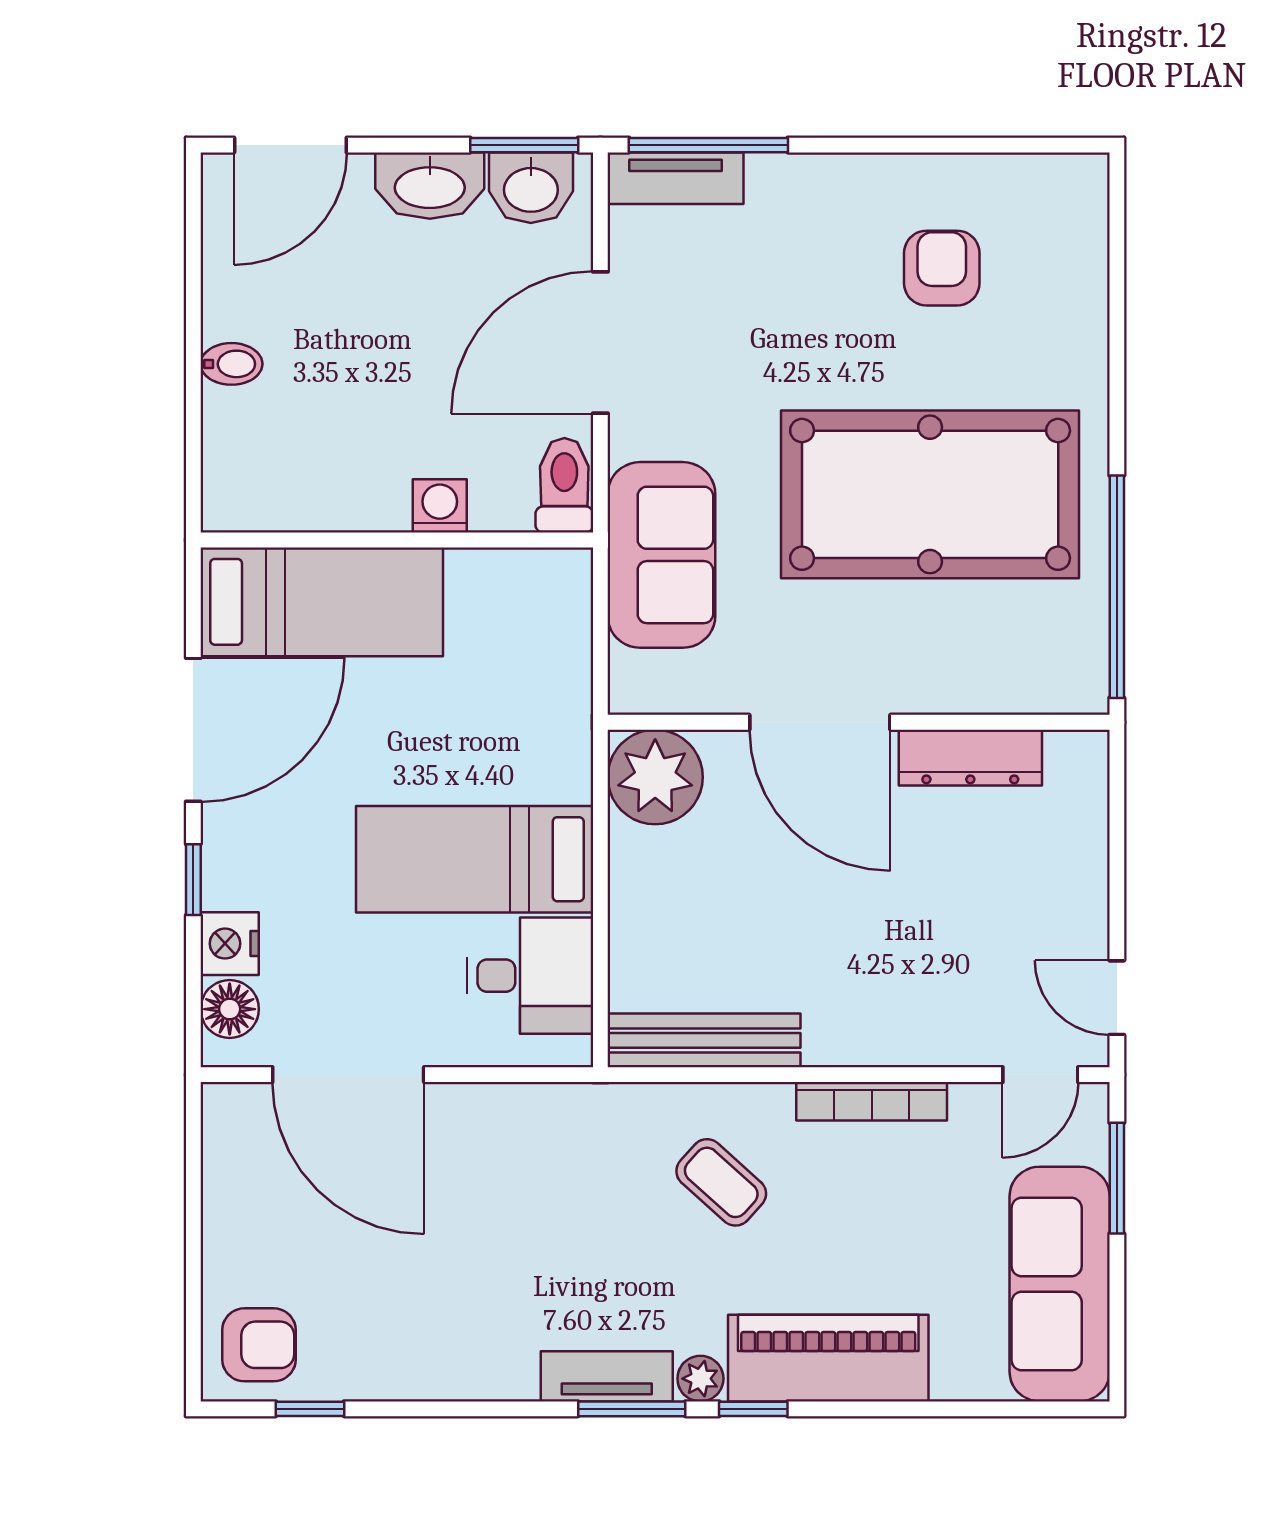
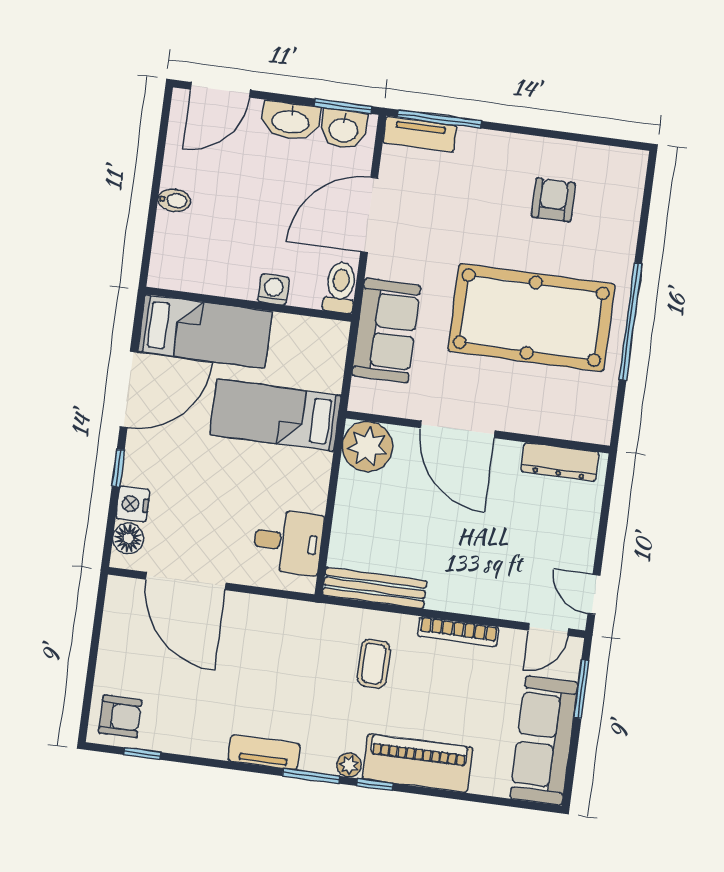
window: (1117, 587) -> (630, 321), moved
dresser: (970, 758) -> (560, 462), moved
bed: (475, 859) -> (275, 415), moved
coffee table: (721, 1182) -> (374, 664), turned 48
tv unit: (607, 1376) -> (264, 752), moved

